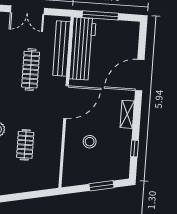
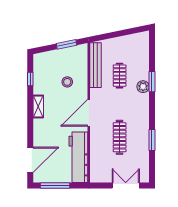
window: (100, 15) -> (55, 185), moved
bench: (62, 49) -> (96, 65), moved
door: (140, 75) -> (30, 160), moved
window: (101, 186) -> (67, 44), moved

